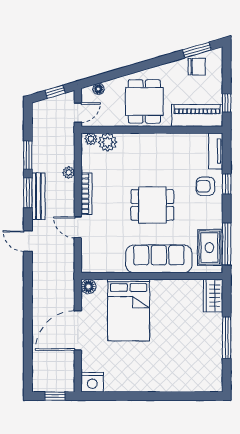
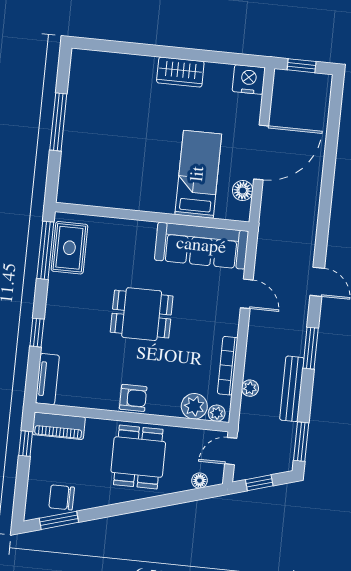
piano: (197, 115) -> (59, 426), width x0.73, depth x0.75
window: (28, 155) -> (301, 442), moved
plant: (69, 172) -> (250, 388), moved
armchair: (205, 186) -> (133, 398), moved
bookcase: (86, 194) -> (228, 366), moved
bench: (38, 196) -> (292, 389), moved
sofa: (159, 259) -> (201, 246), moved
floor lamp: (88, 287) -> (243, 191), moved
wardrobe: (213, 296) -> (180, 72), moved, turned 90
bed: (129, 310) -> (198, 174), width x0.67

